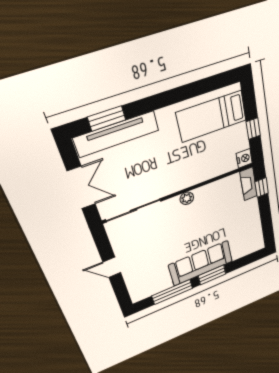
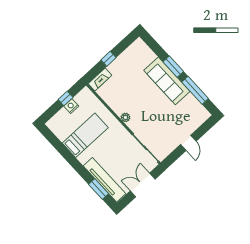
bed: (212, 116) -> (85, 135), moved, turned -90
nightstand: (244, 158) -> (71, 106), moved
window: (262, 188) -> (108, 59), moved

